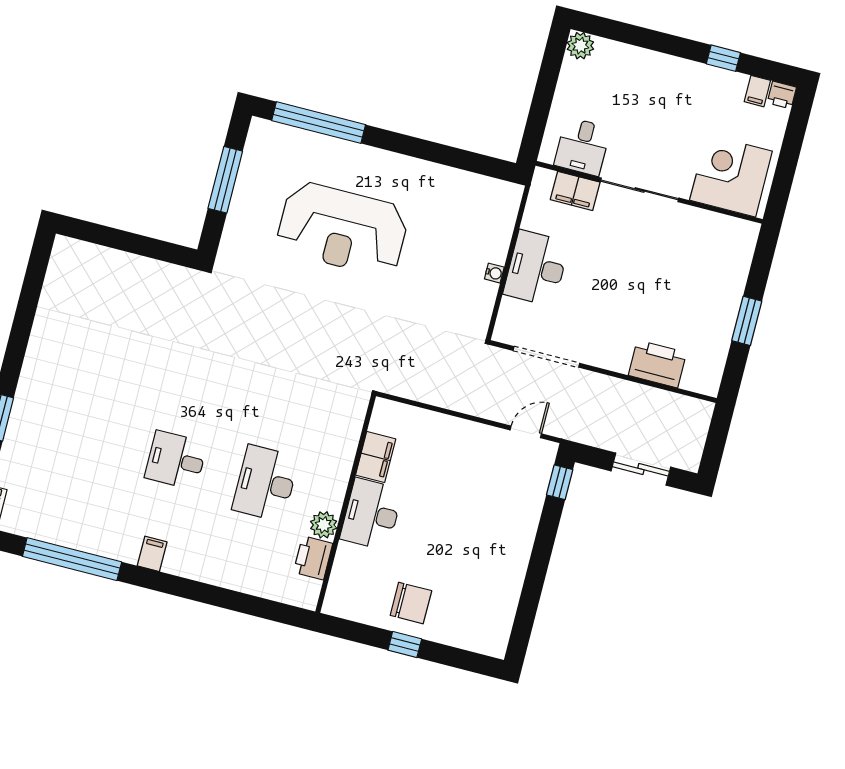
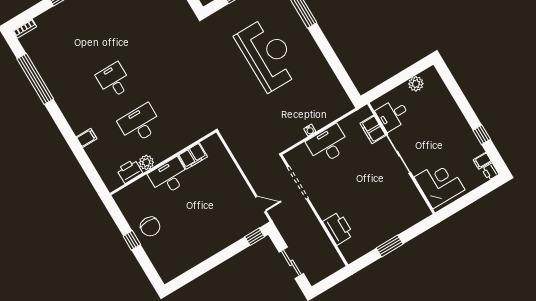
plant: (580, 46) -> (416, 84), moved
reception desk: (343, 229) -> (268, 55), turned 180
filing cabinet: (152, 554) -> (87, 138), moved

